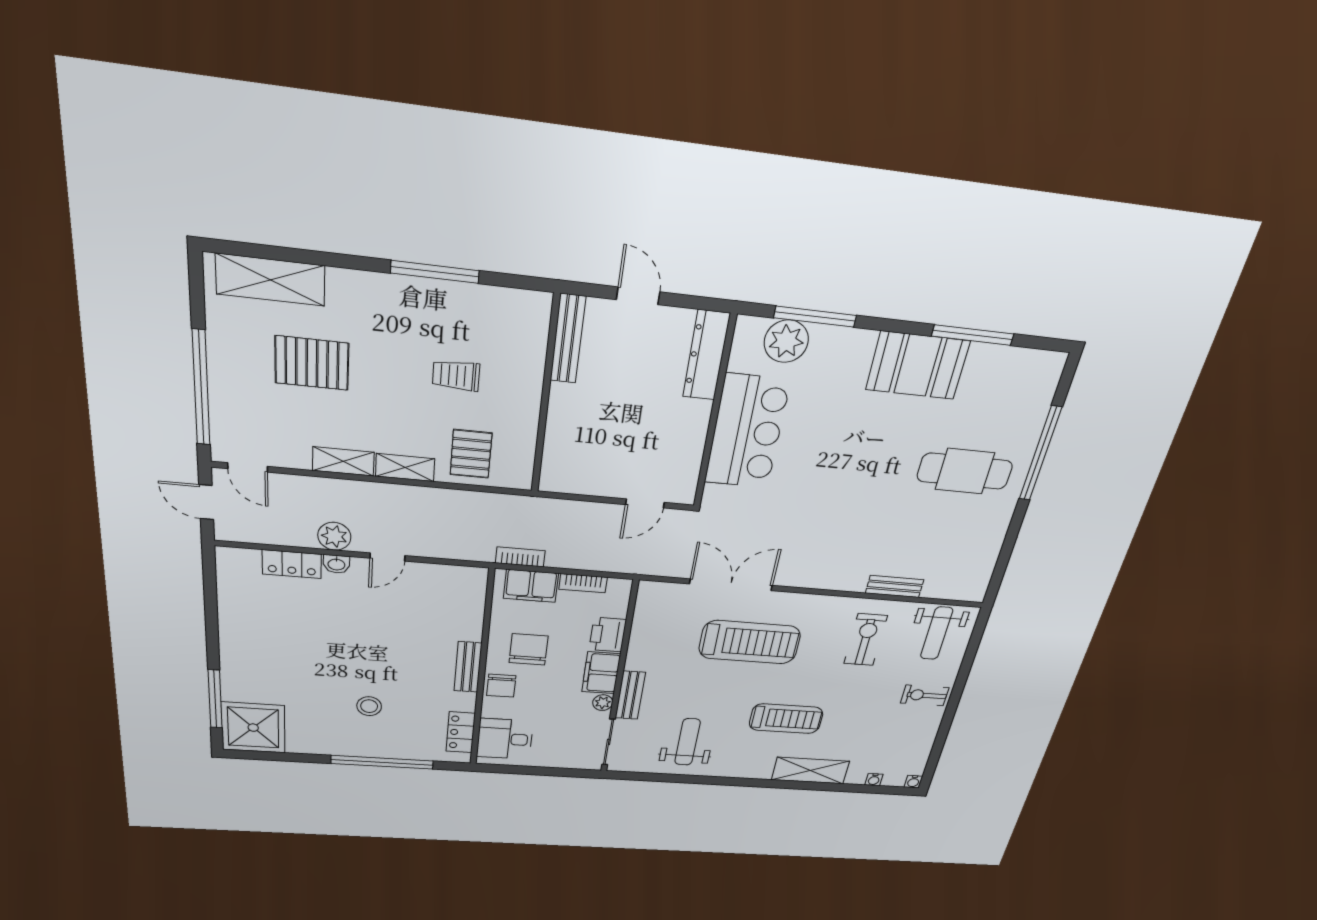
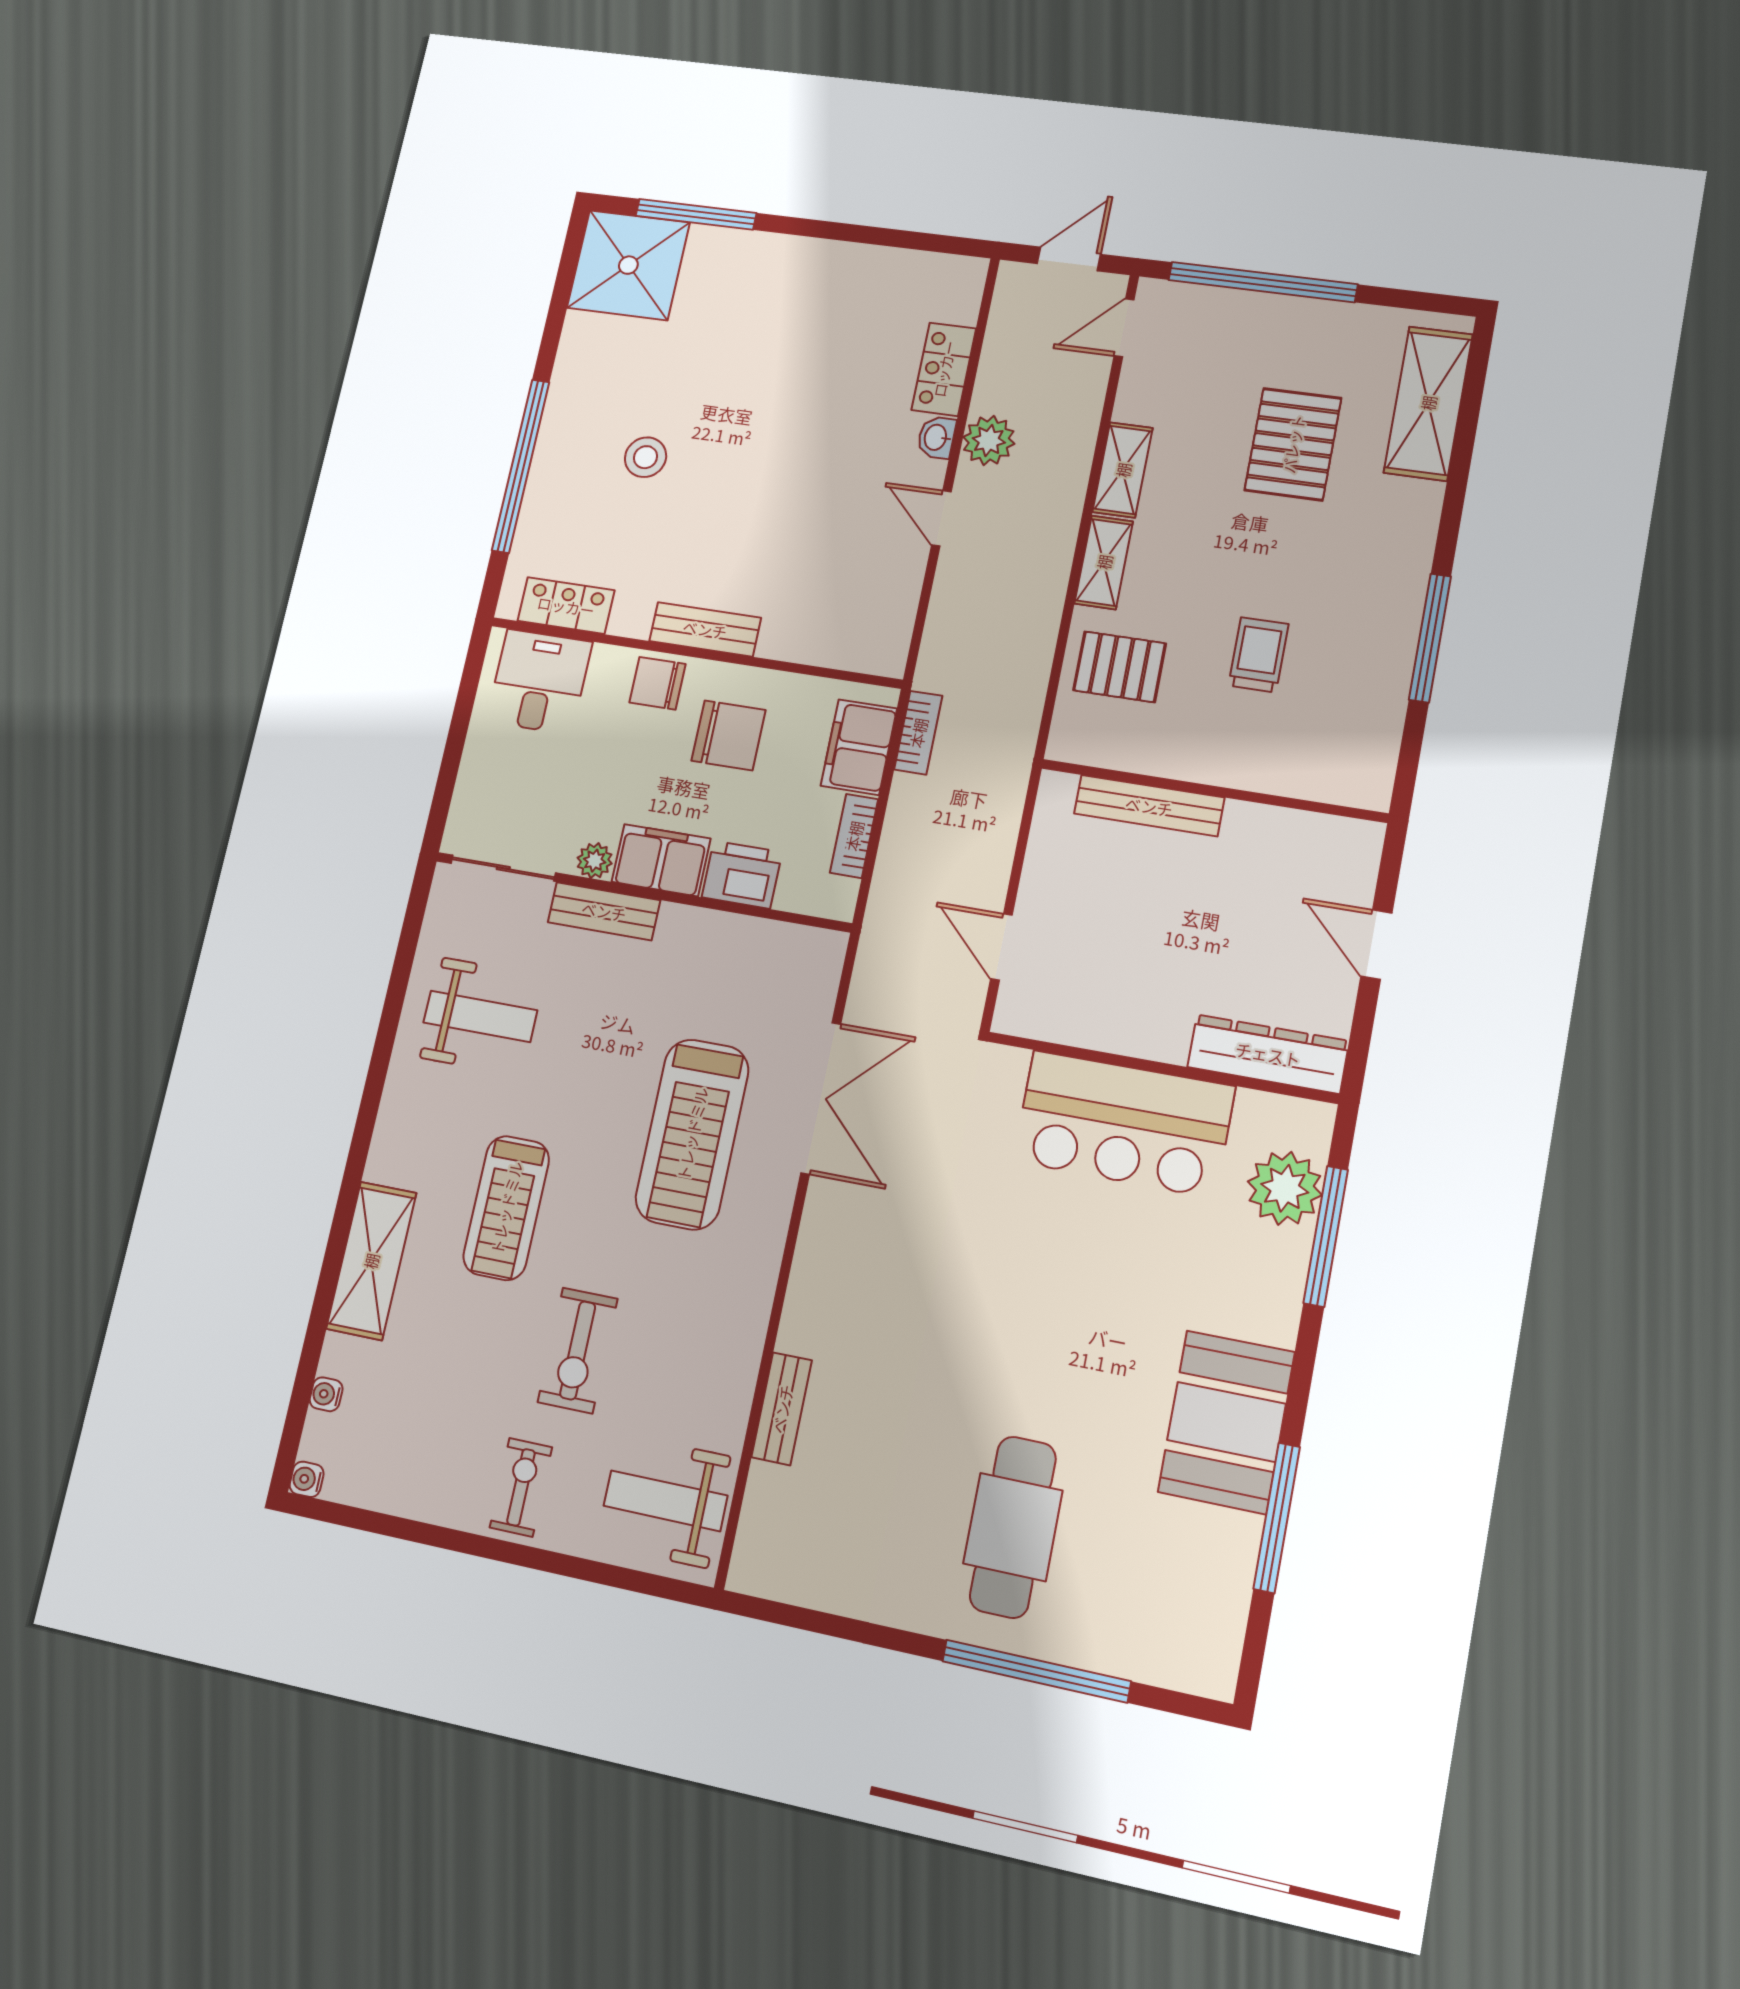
door: (638, 296) -> (1376, 945), swing flipped
bench: (568, 339) -> (1149, 806), moved
exercise bike: (866, 640) -> (578, 1350), moved, turned 90

